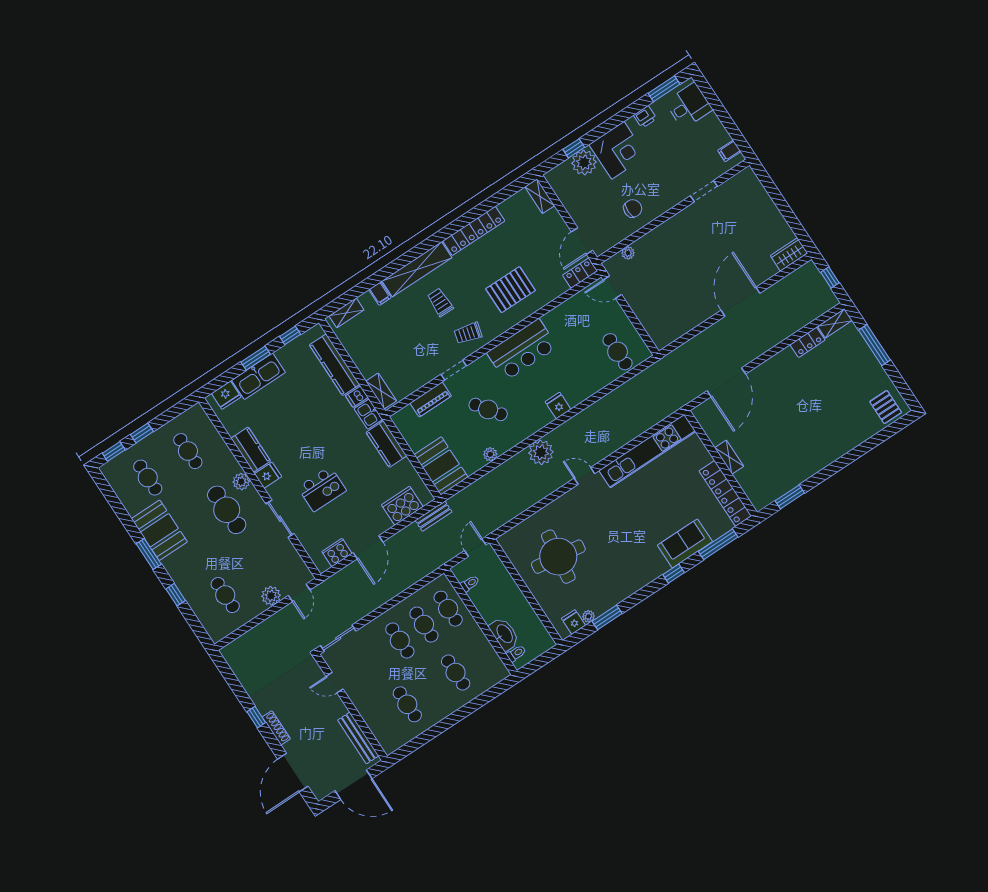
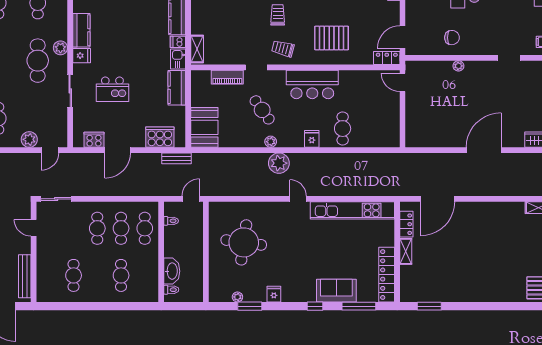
plant: (628, 253) -> (458, 66), moved
locker: (808, 342) -> (406, 224), moved, turned -90
cafe table: (618, 352) -> (343, 129), moved
plant: (490, 454) -> (271, 142), moved
fridge: (573, 622) -> (274, 294), moved

